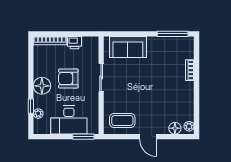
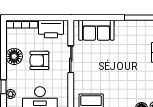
printer: (74, 43) -> (51, 29), width x1.87, depth x1.48
floor lamp: (42, 86) -> (14, 56), moved

